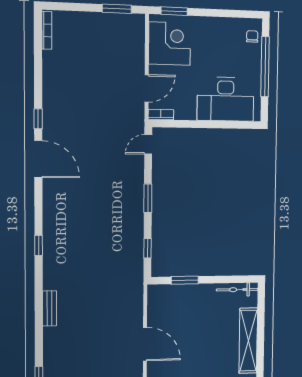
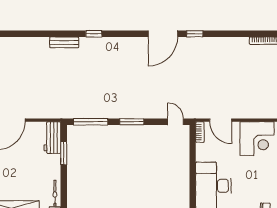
window: (148, 248) -> (91, 122), width x2.17
workbench: (166, 294) -> (52, 138), added
bench: (50, 308) -> (64, 42), moved

